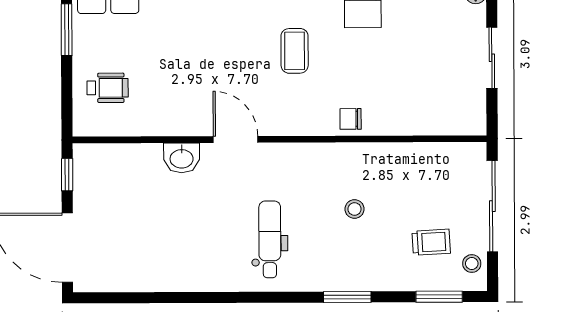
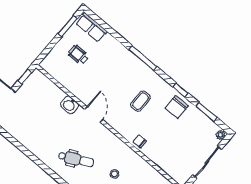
sliding door: (492, 58) -> (207, 162), width x1.37
wheelchair: (108, 88) -> (78, 55), moved, turned 180
dental chair: (270, 239) -> (76, 159), turned 63

